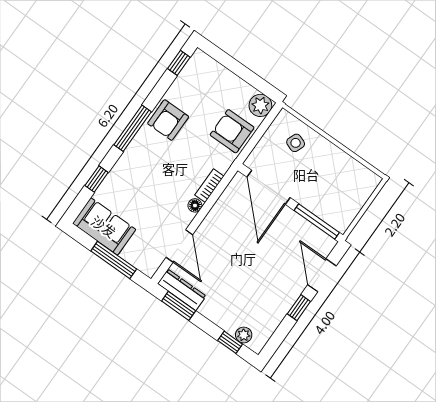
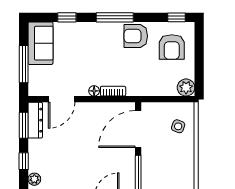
armchair: (232, 131) -> (172, 47), moved, turned 180
window: (230, 342) -> (24, 161), moved

